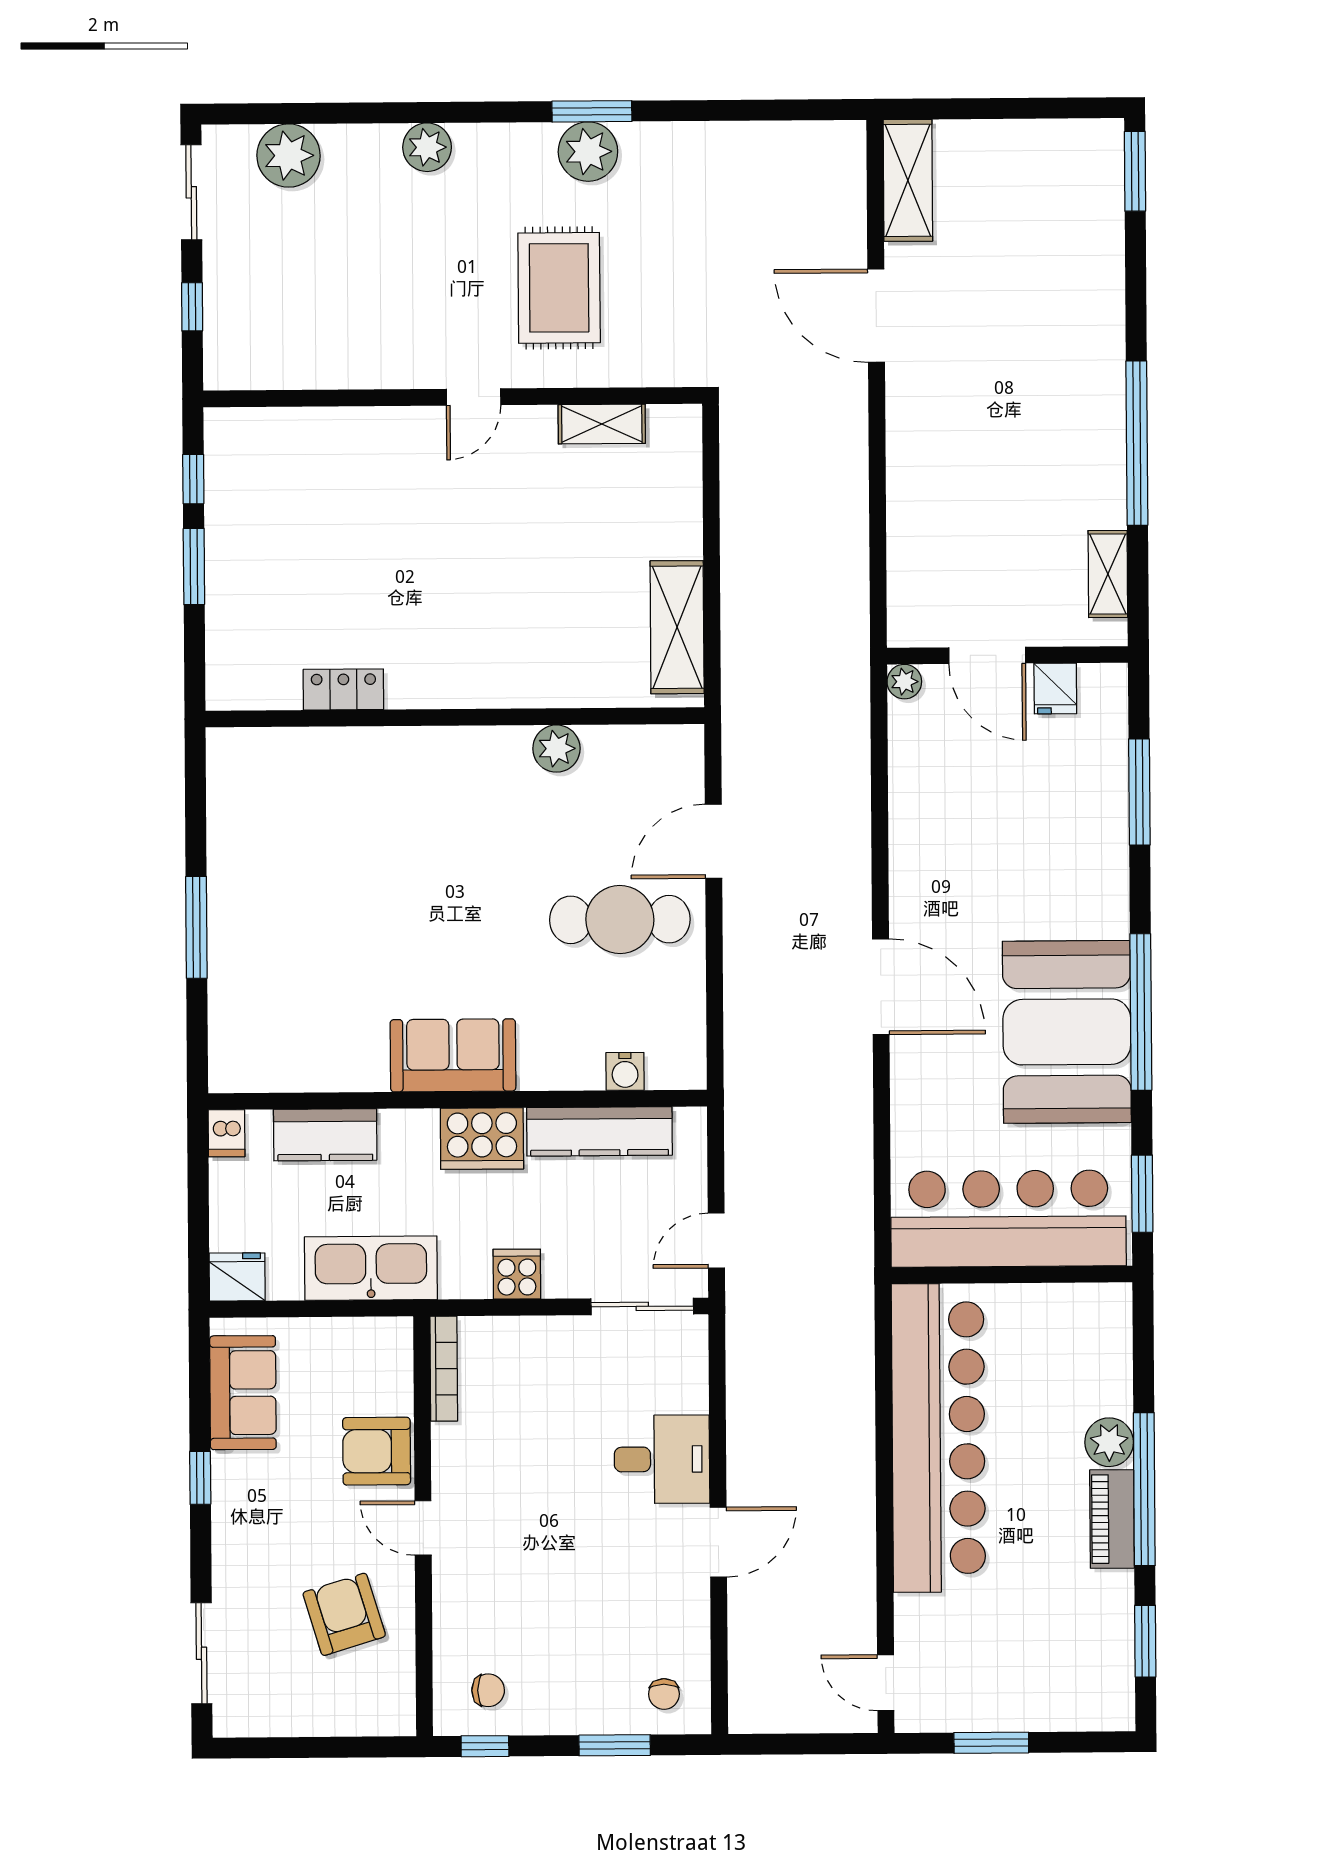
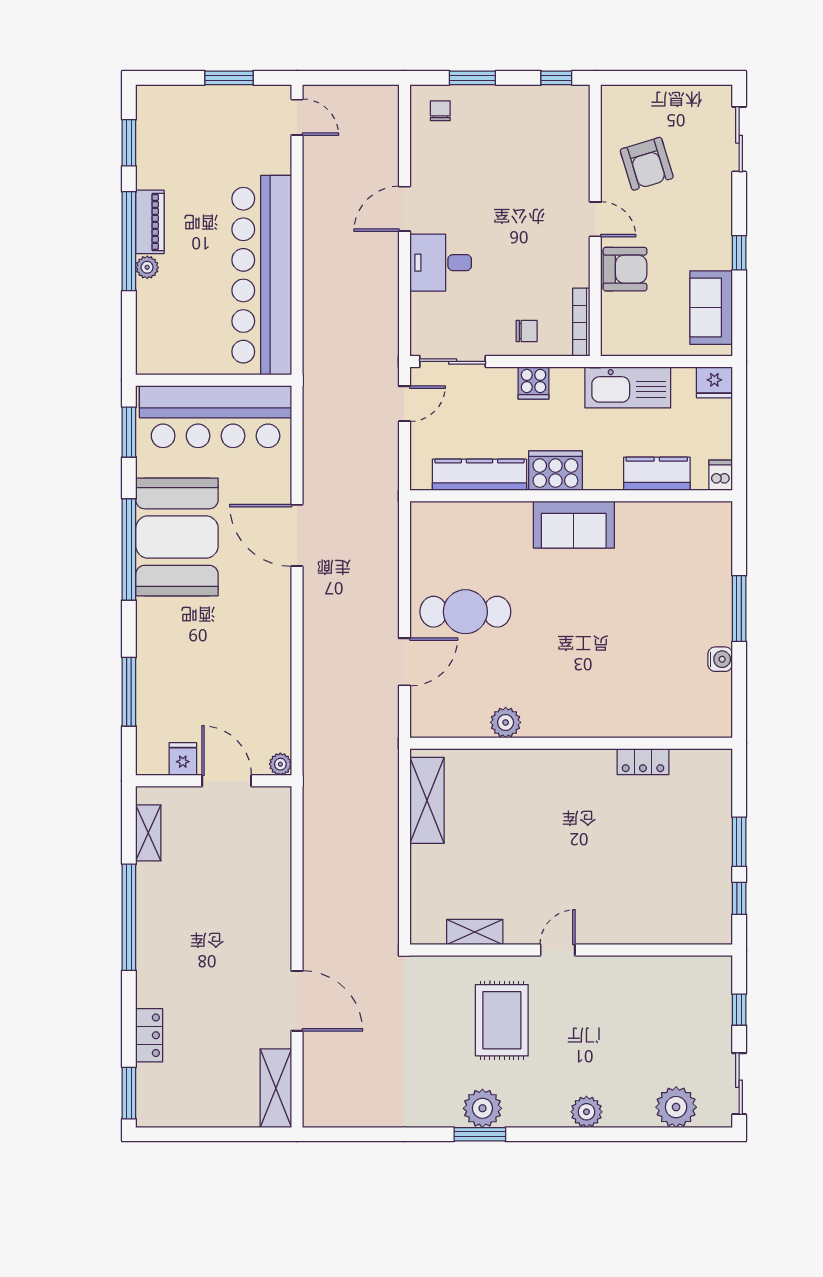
locker: (1104, 261) -> (149, 1035), added
door: (881, 987) -> (297, 535), moved
water cooler: (625, 1071) -> (720, 659), moved, turned 90
plant: (1109, 1442) -> (147, 267), width x0.73, depth x0.73
chair: (488, 1690) -> (527, 331), moved, turned 180

